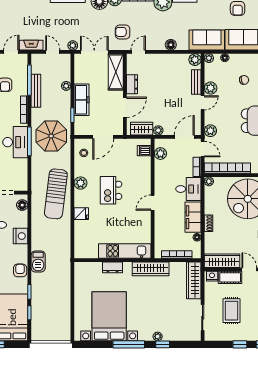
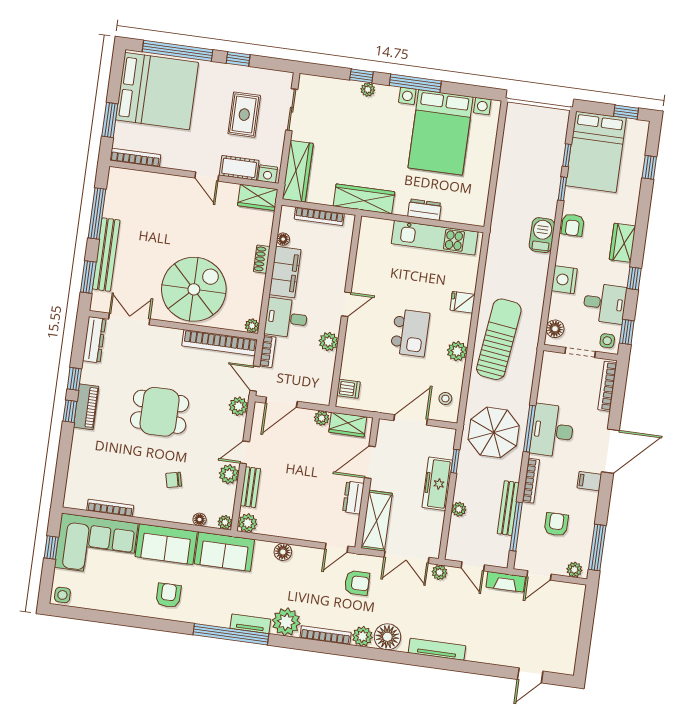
plant: (160, 154) -> (329, 342), moved
kitchen unit: (125, 251) -> (435, 238), moved
wardrobe: (222, 261) -> (258, 197), width x0.67

